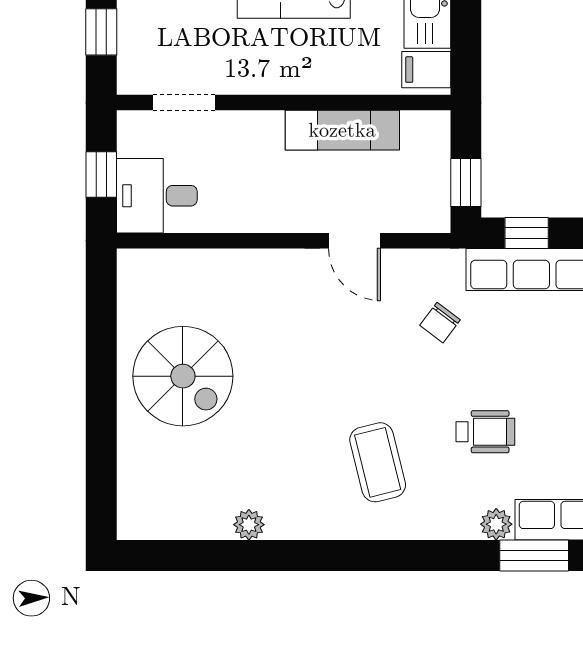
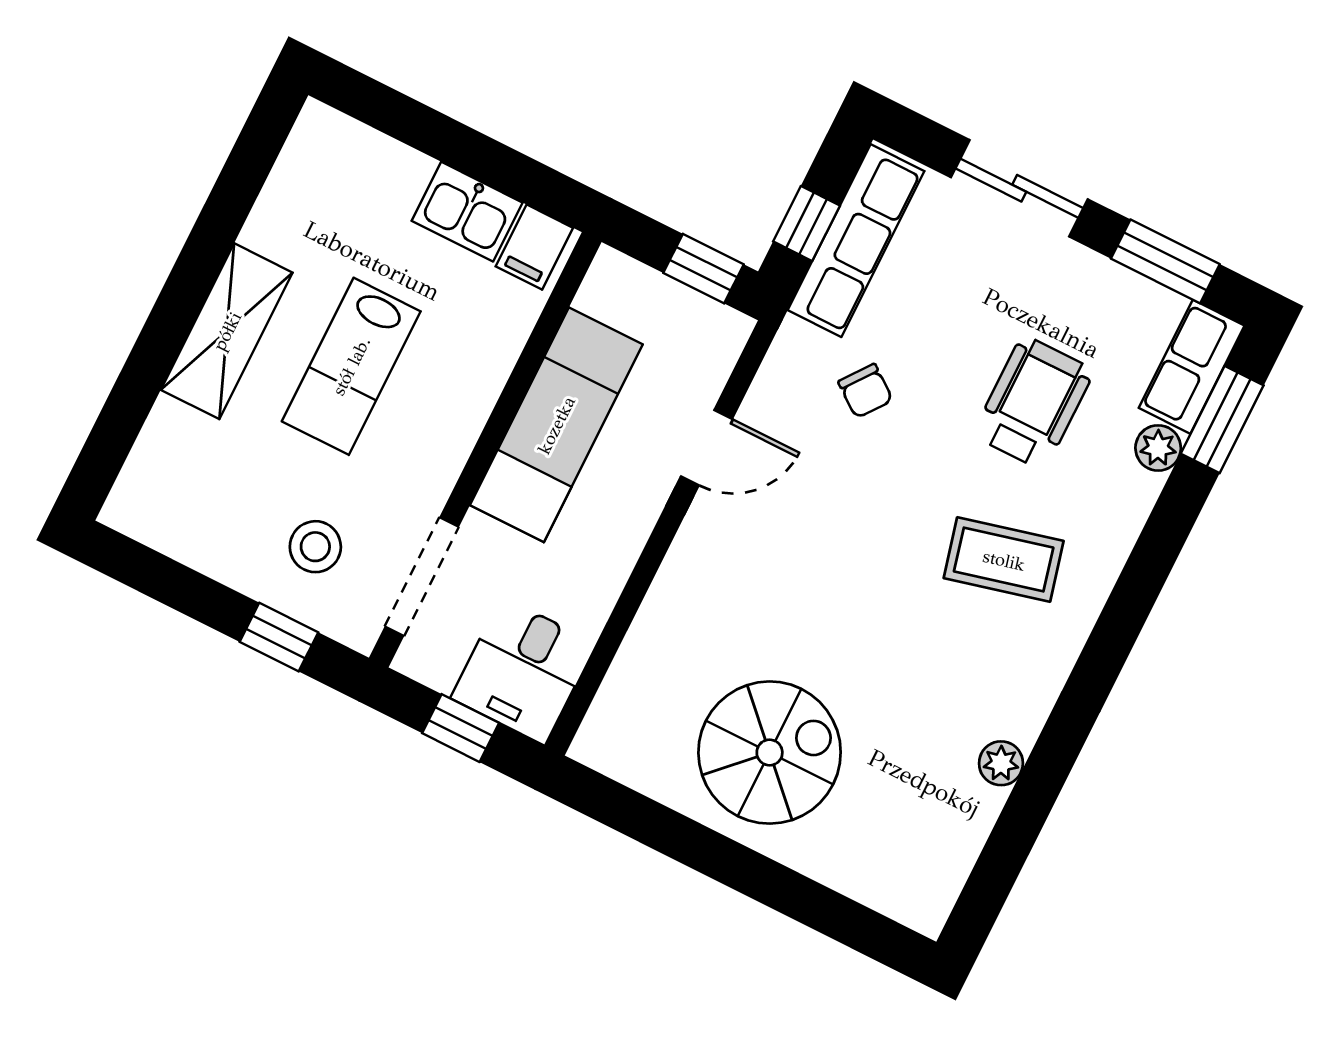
stool: (169, 26) -> (315, 547), added
doorway: (184, 103) -> (422, 577), width x1.38
exam couch: (342, 130) -> (556, 425), width x1.36, depth x1.45
wheelchair: (485, 432) -> (1033, 403), width x1.36, depth x1.37

